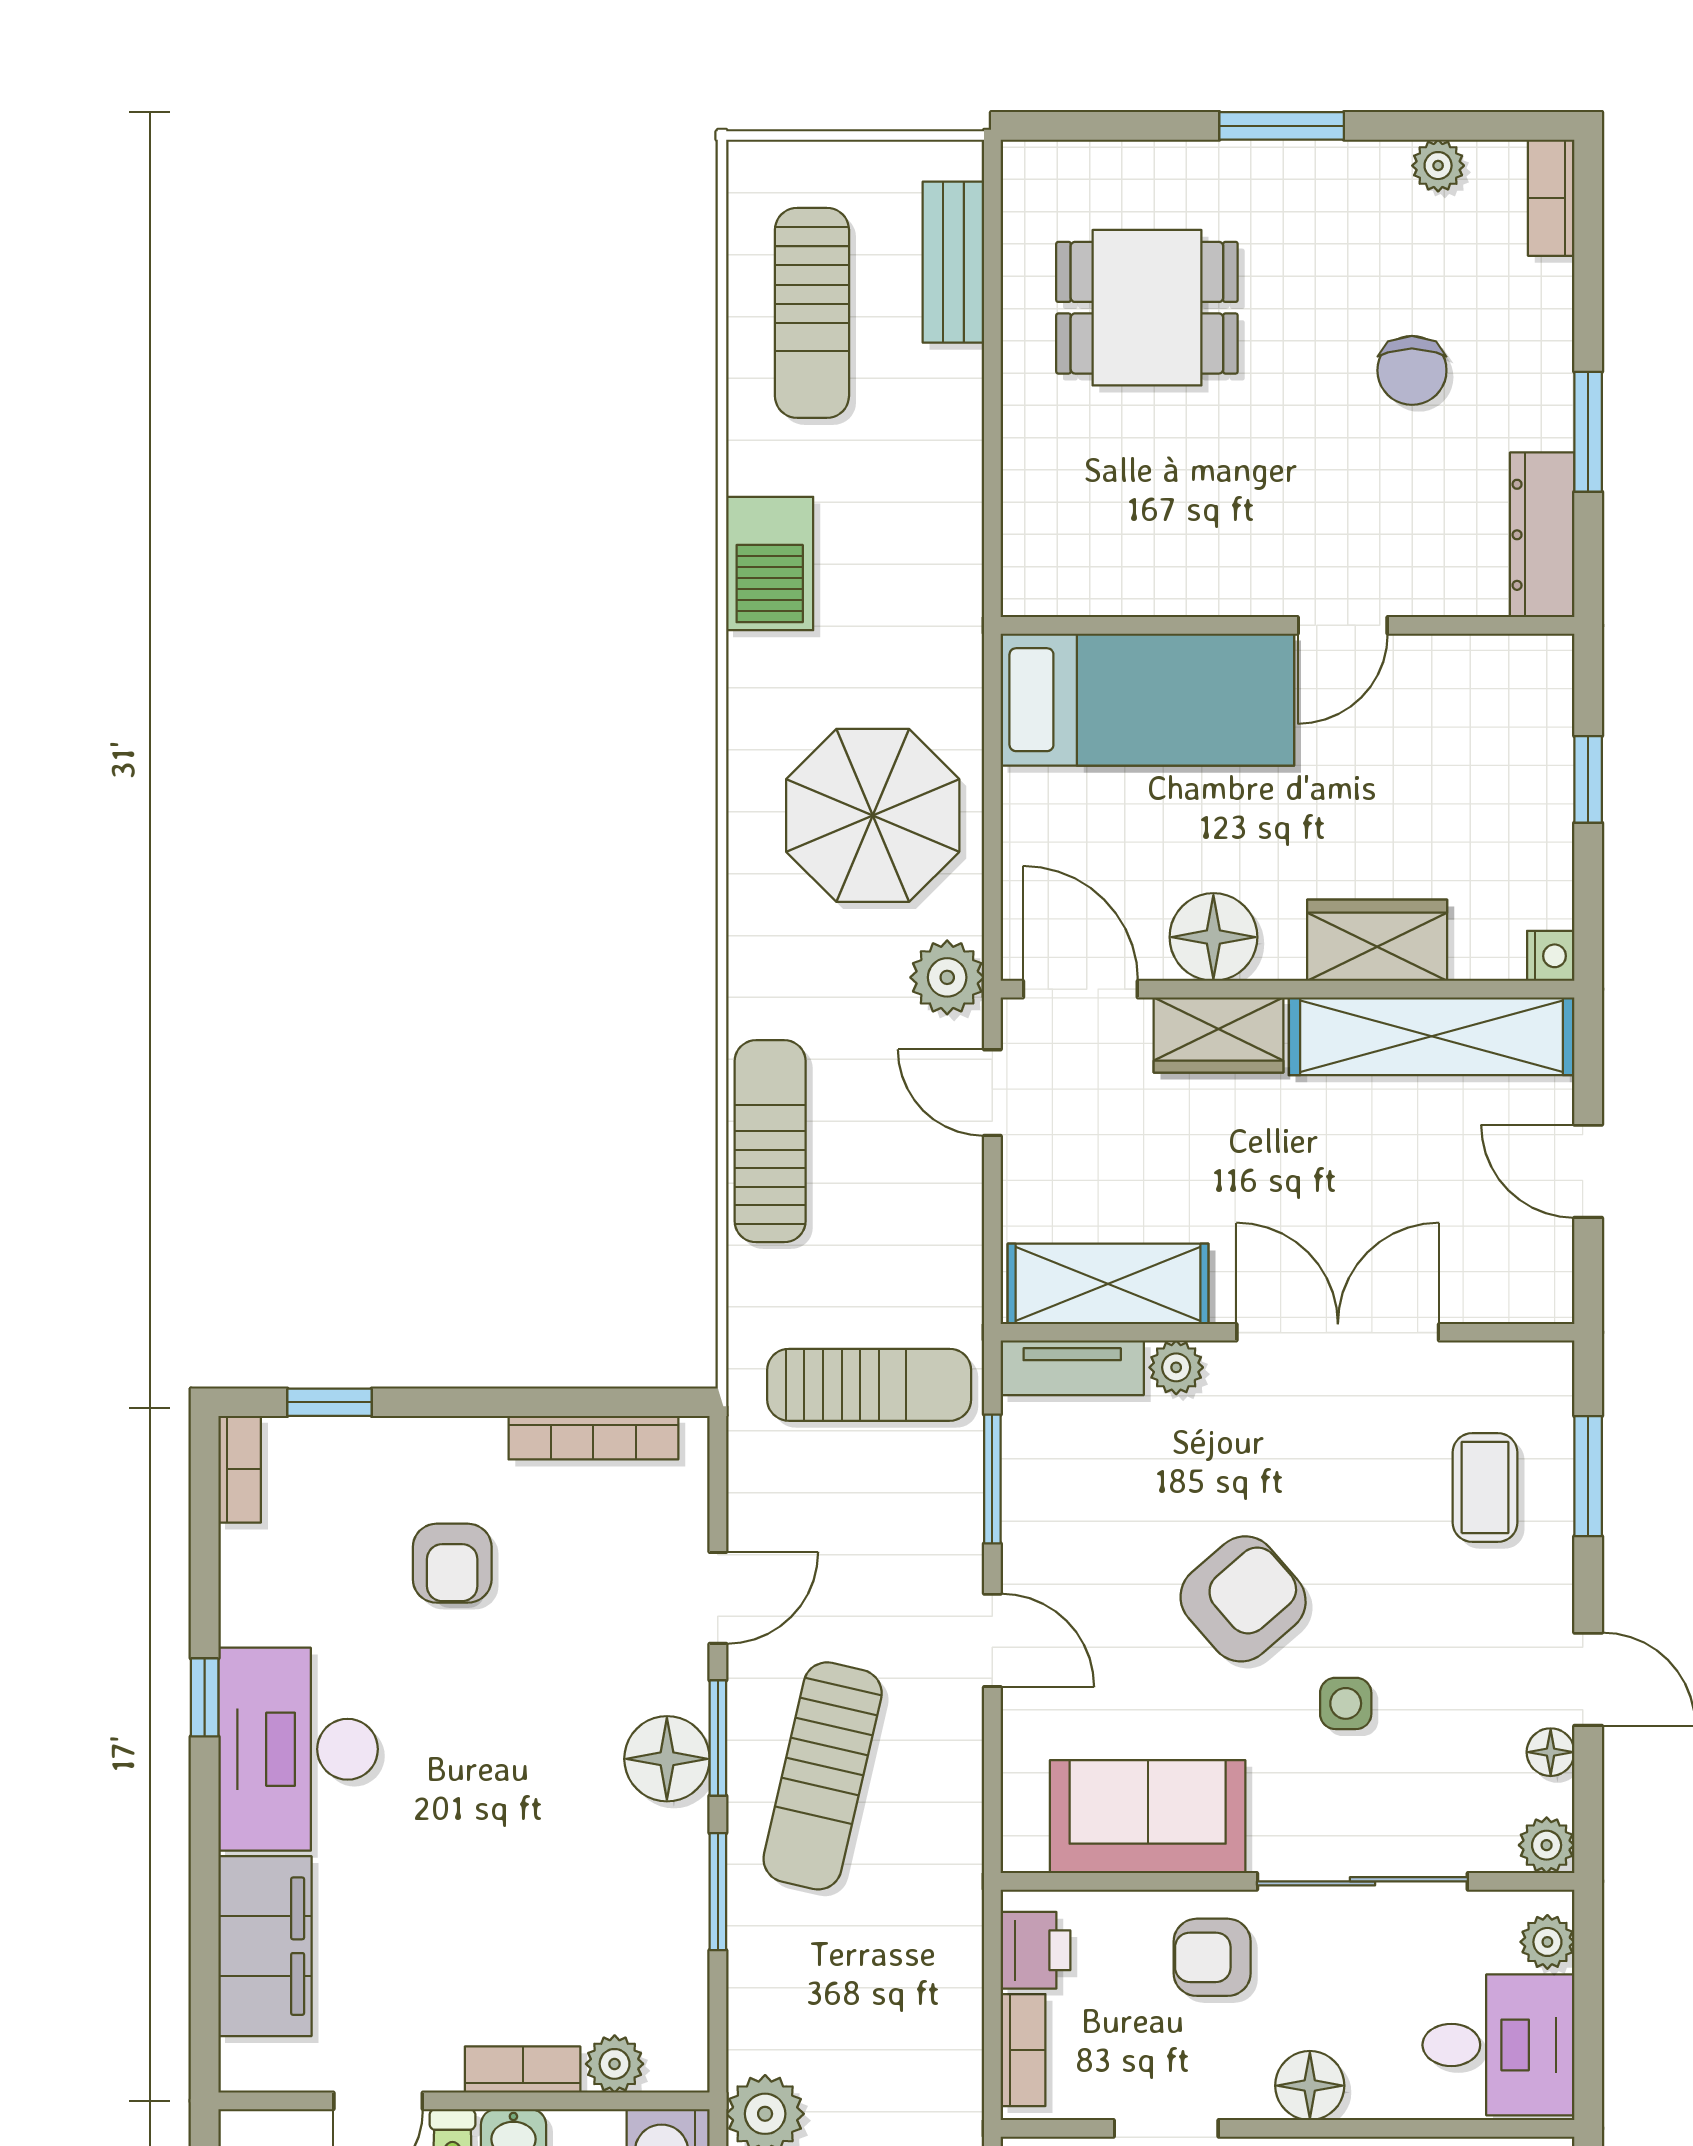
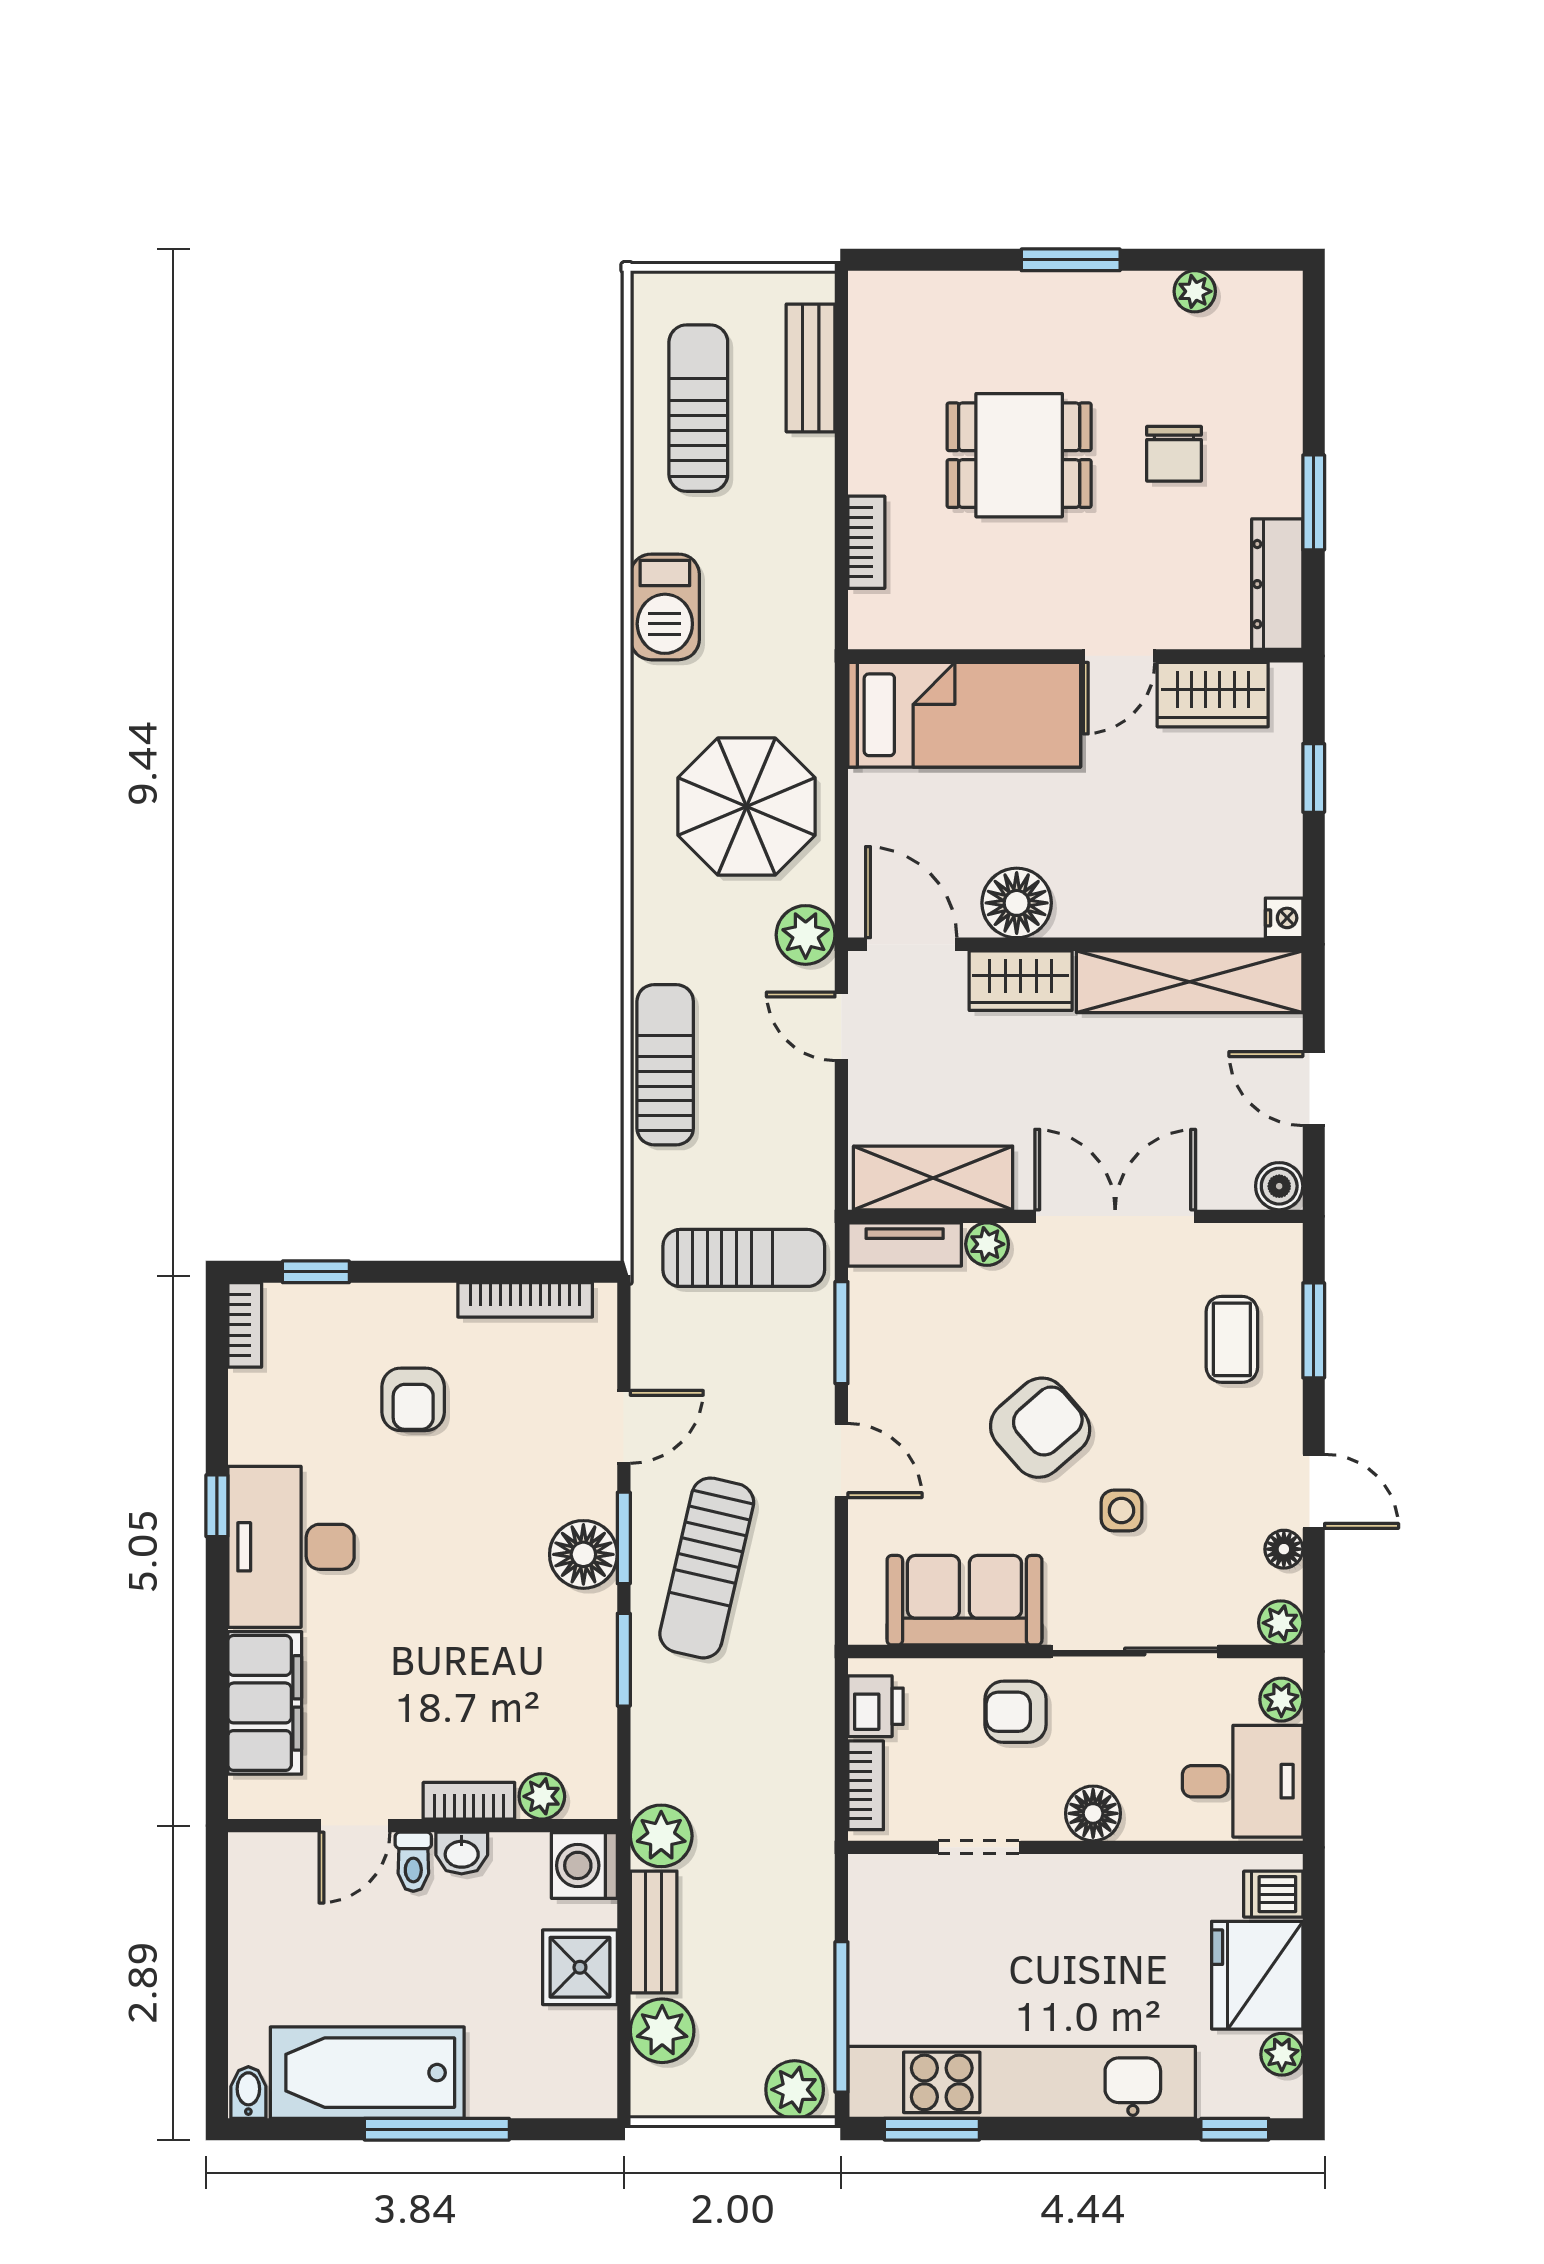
bookcase: (1551, 198) -> (866, 542), moved, turned 180
dining table: (1147, 308) -> (1019, 455), moved
sun lounger: (812, 313) -> (698, 408), turned 180
wardrobe: (1377, 940) -> (1213, 695), moved, turned 180
boiler: (1545, 1294) -> (1279, 1186), added

